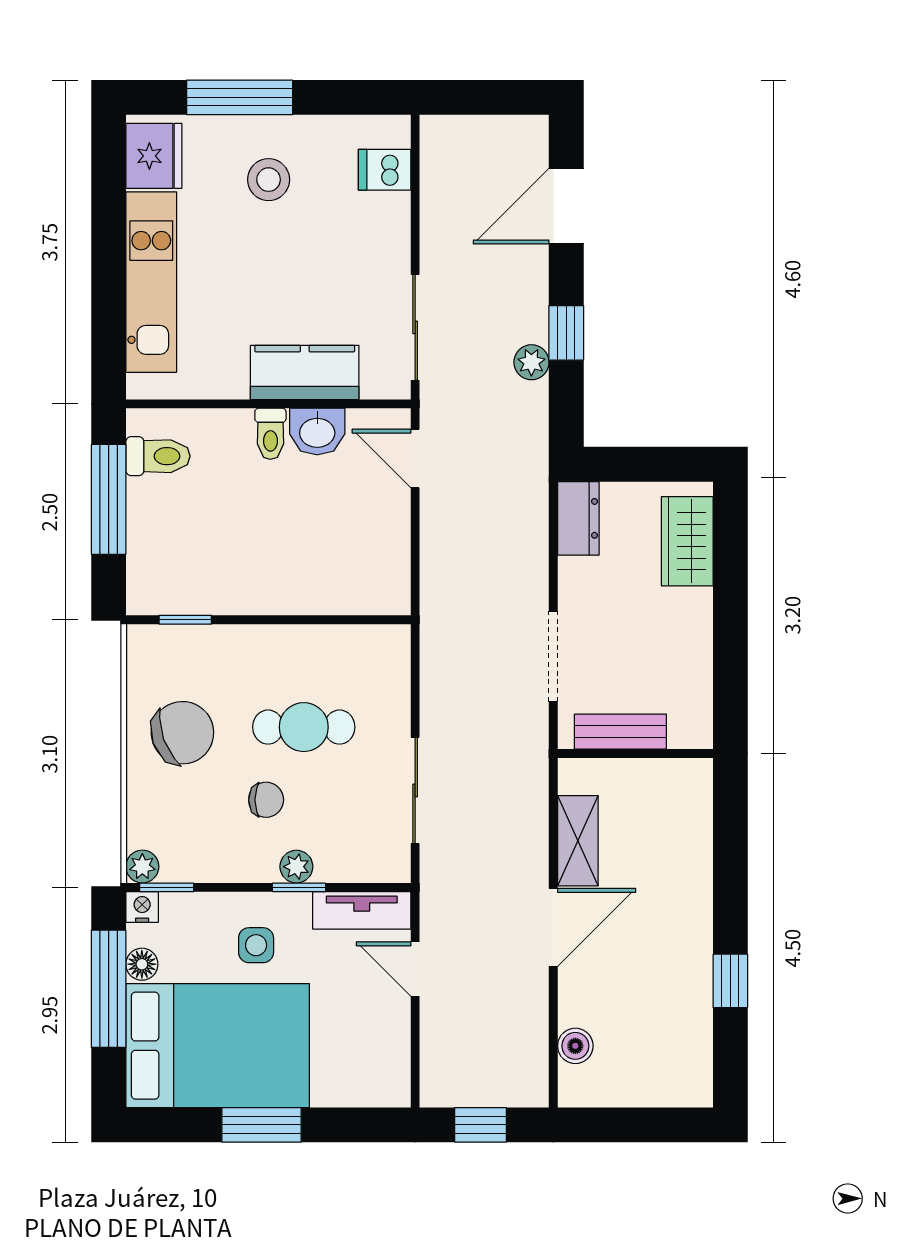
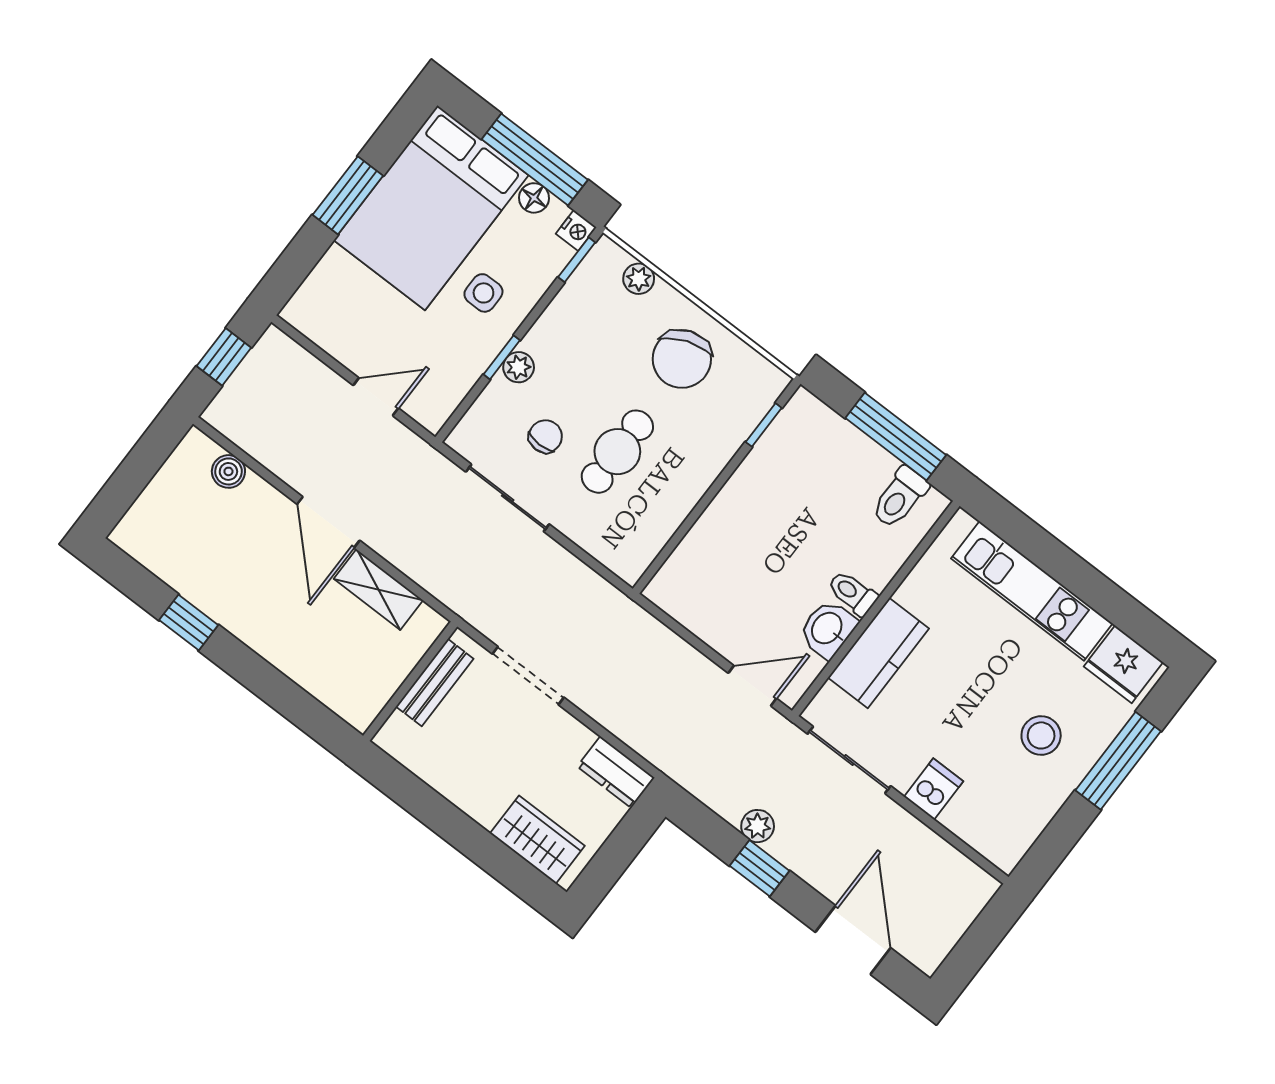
dishwasher: (385, 170) -> (934, 789), moved
chair: (266, 800) -> (545, 436), moved, turned 180
plant: (142, 867) -> (639, 279), moved
tv unit: (362, 910) -> (449, 391), removed

